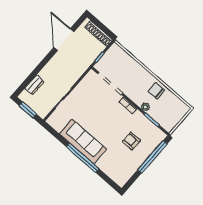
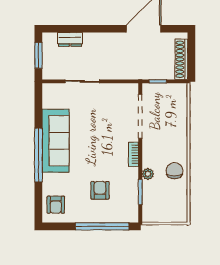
armchair: (118, 172) -> (56, 205), added

